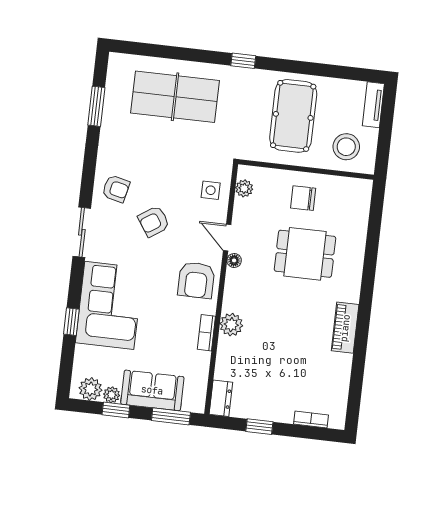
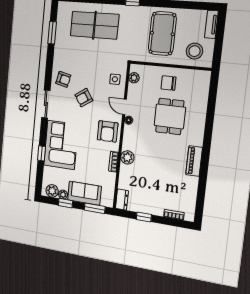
dining table: (305, 254) -> (170, 116), turned 90

